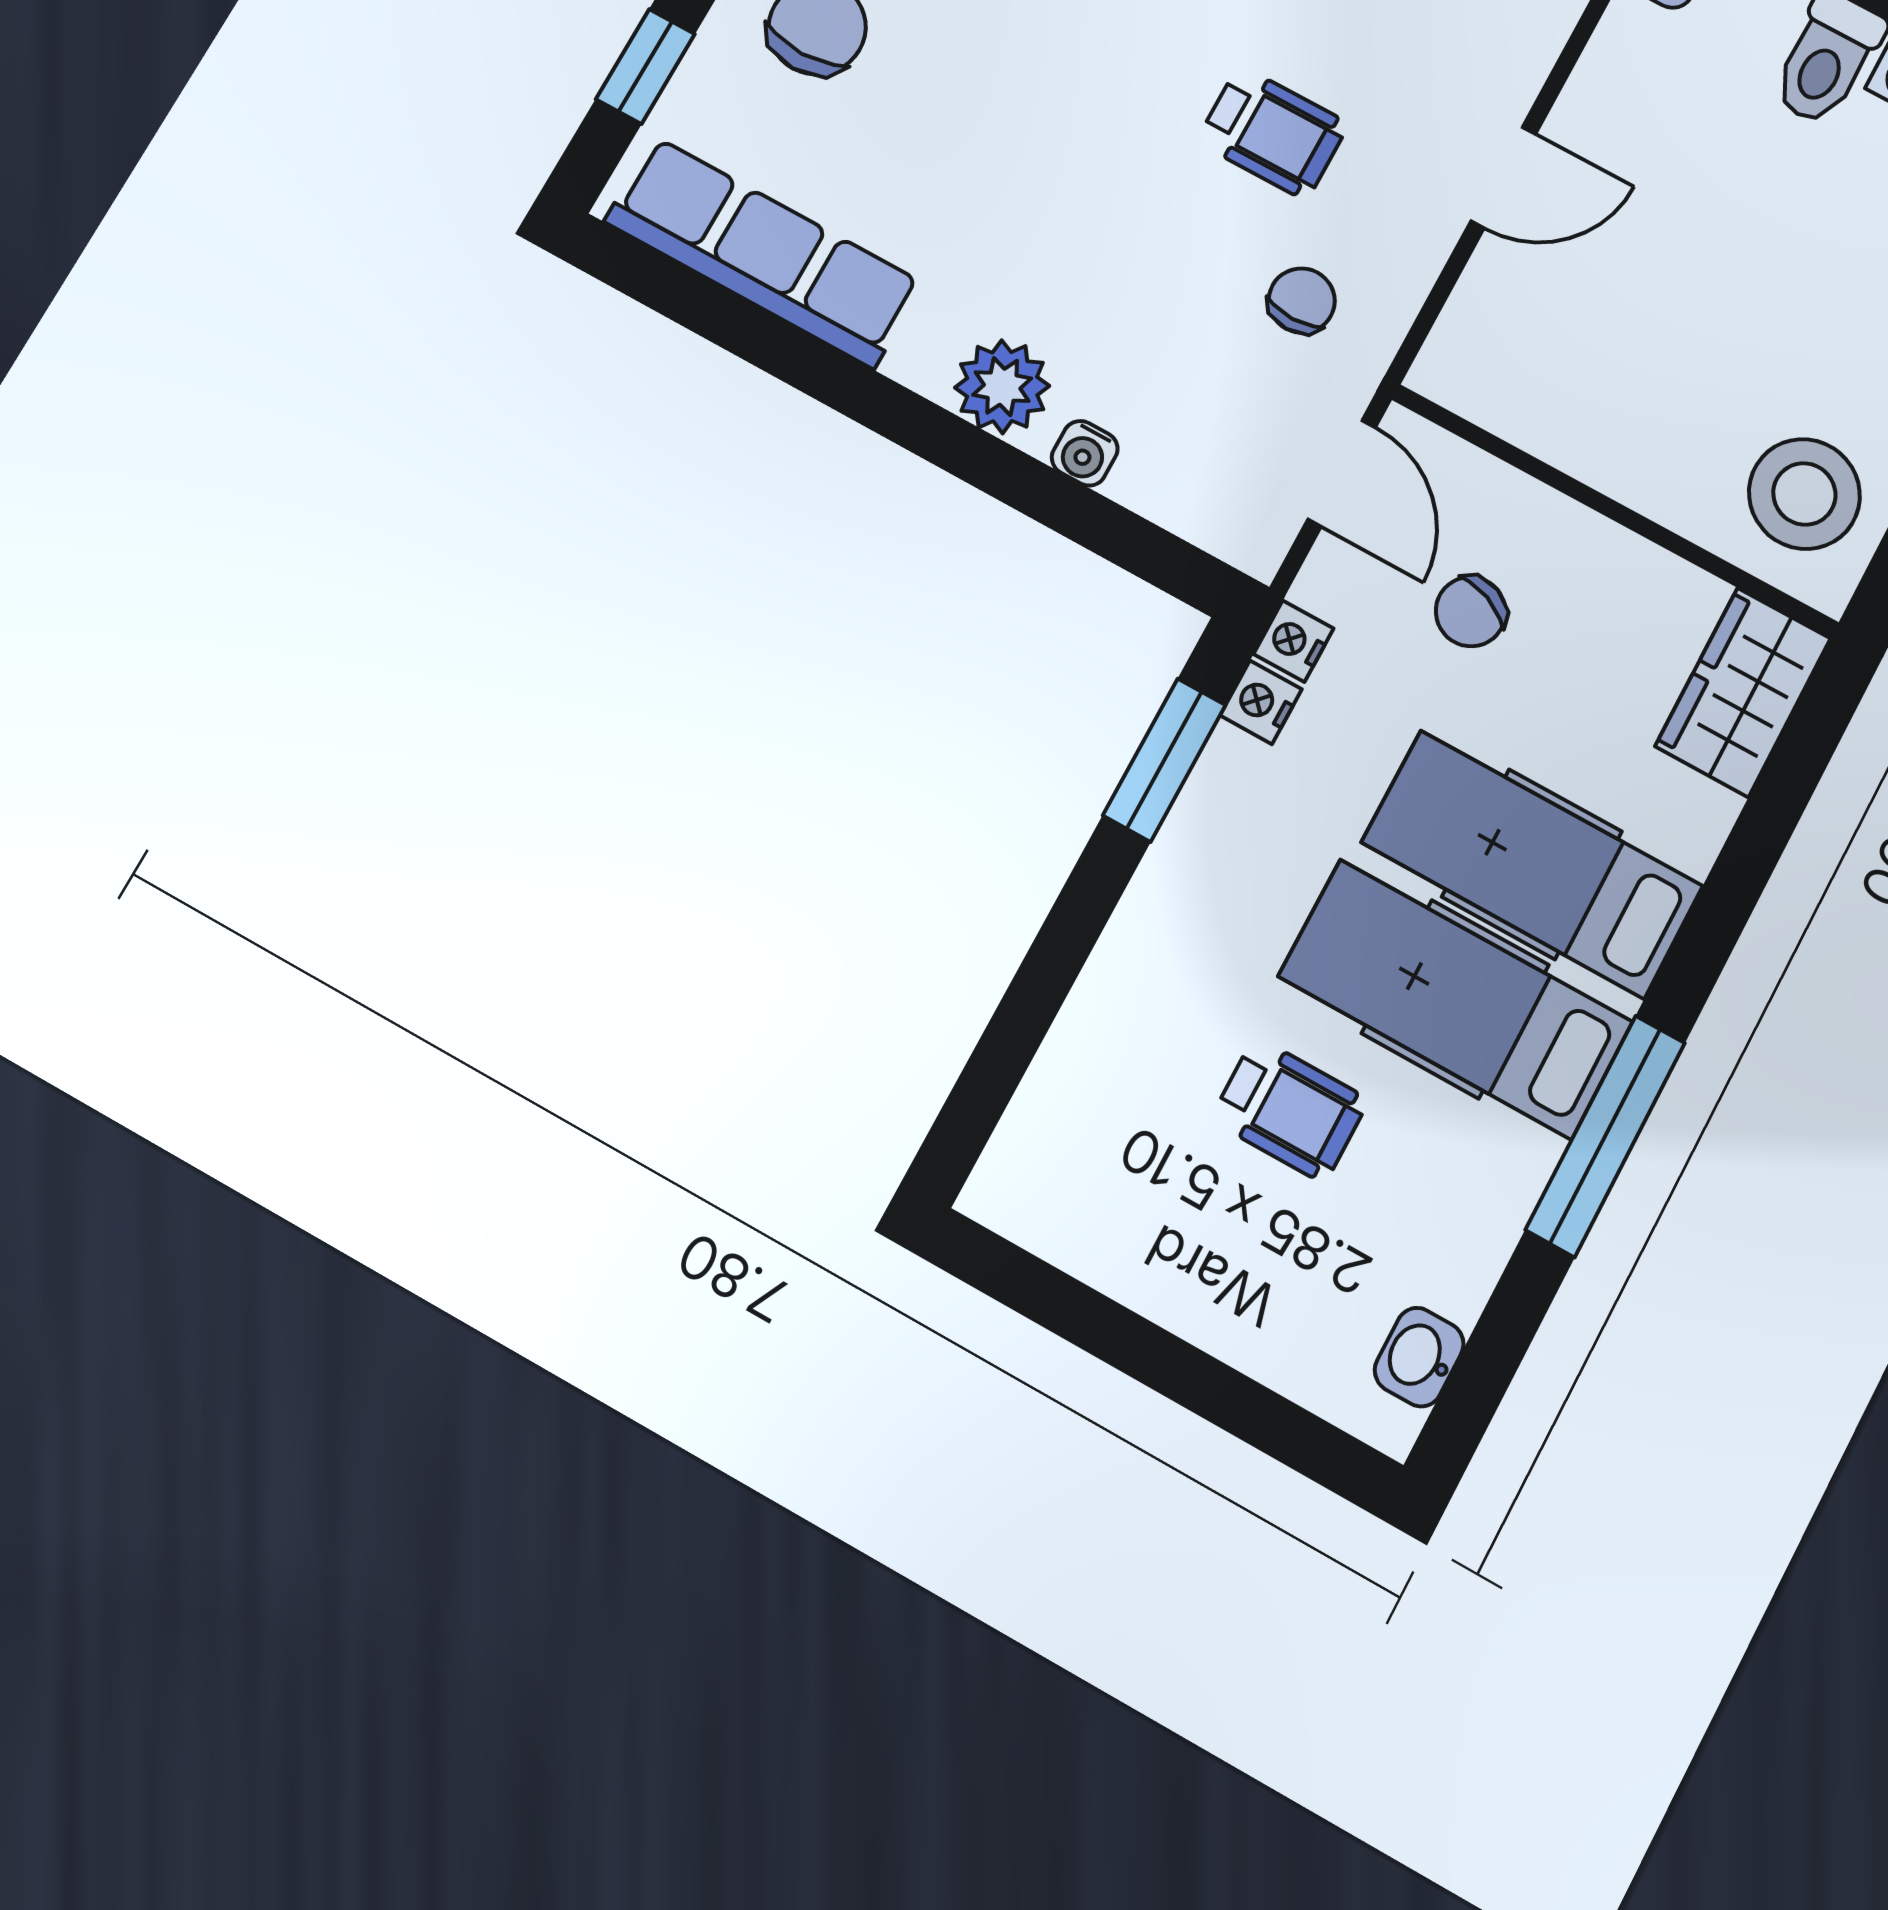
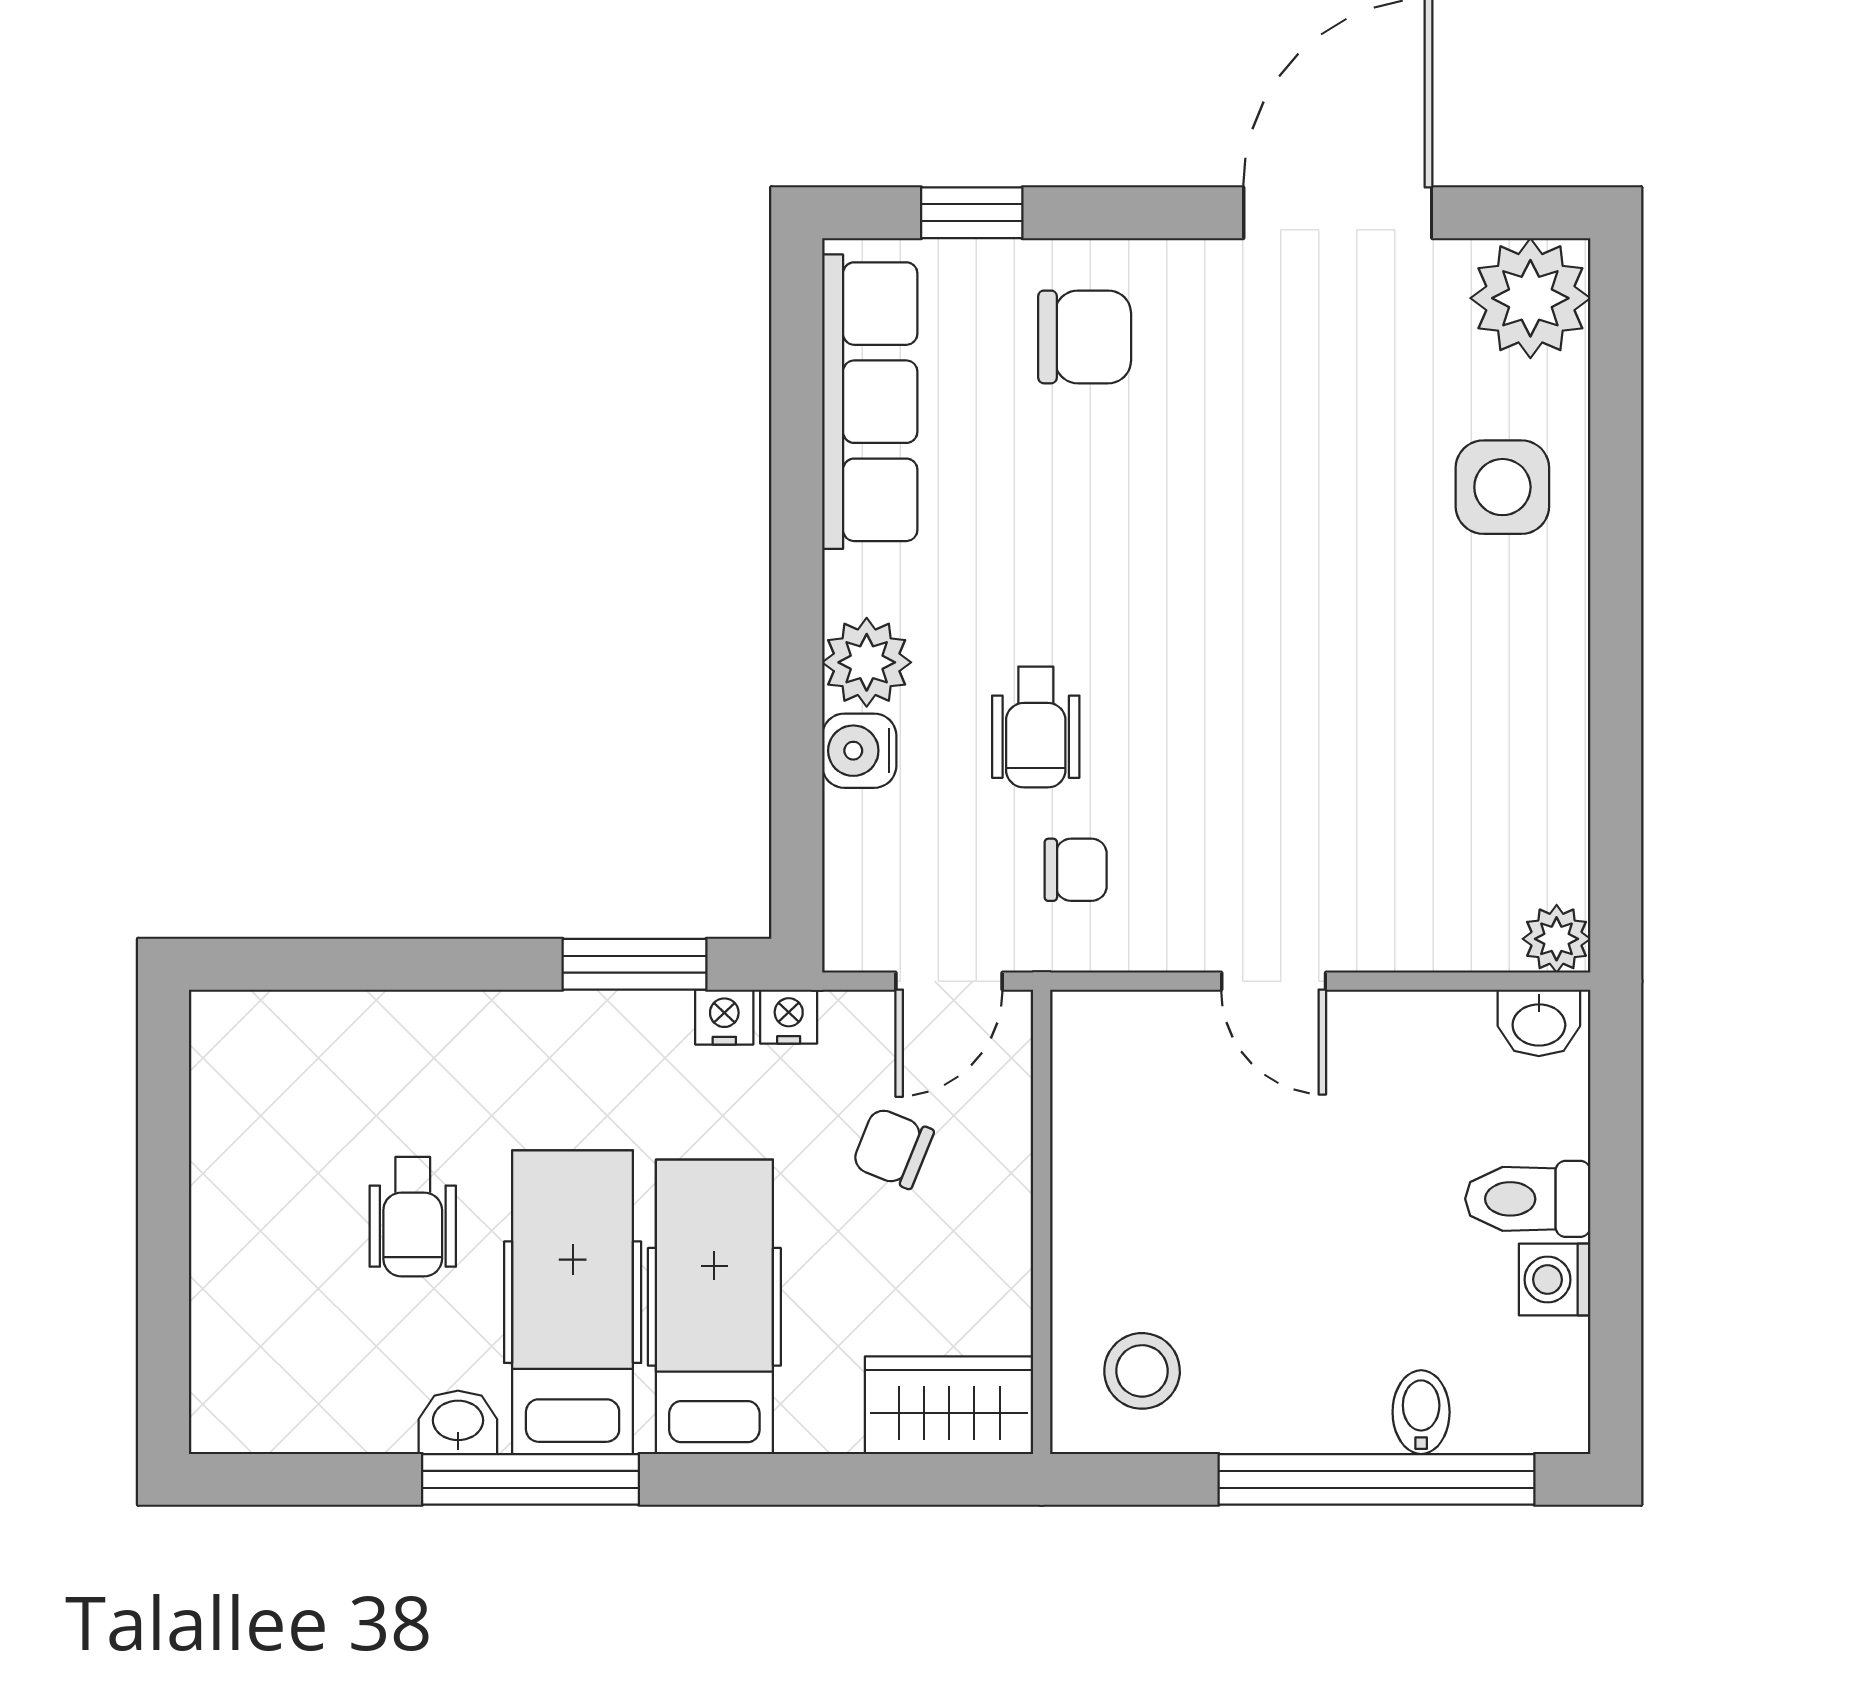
wheelchair: (1273, 133) -> (1036, 727), moved
water cooler: (1085, 453) -> (859, 751), width x1.38, depth x1.38
stool: (1804, 494) -> (1142, 1371), width x0.73, depth x0.73
washbasin: (1419, 1357) -> (458, 1422), moved

